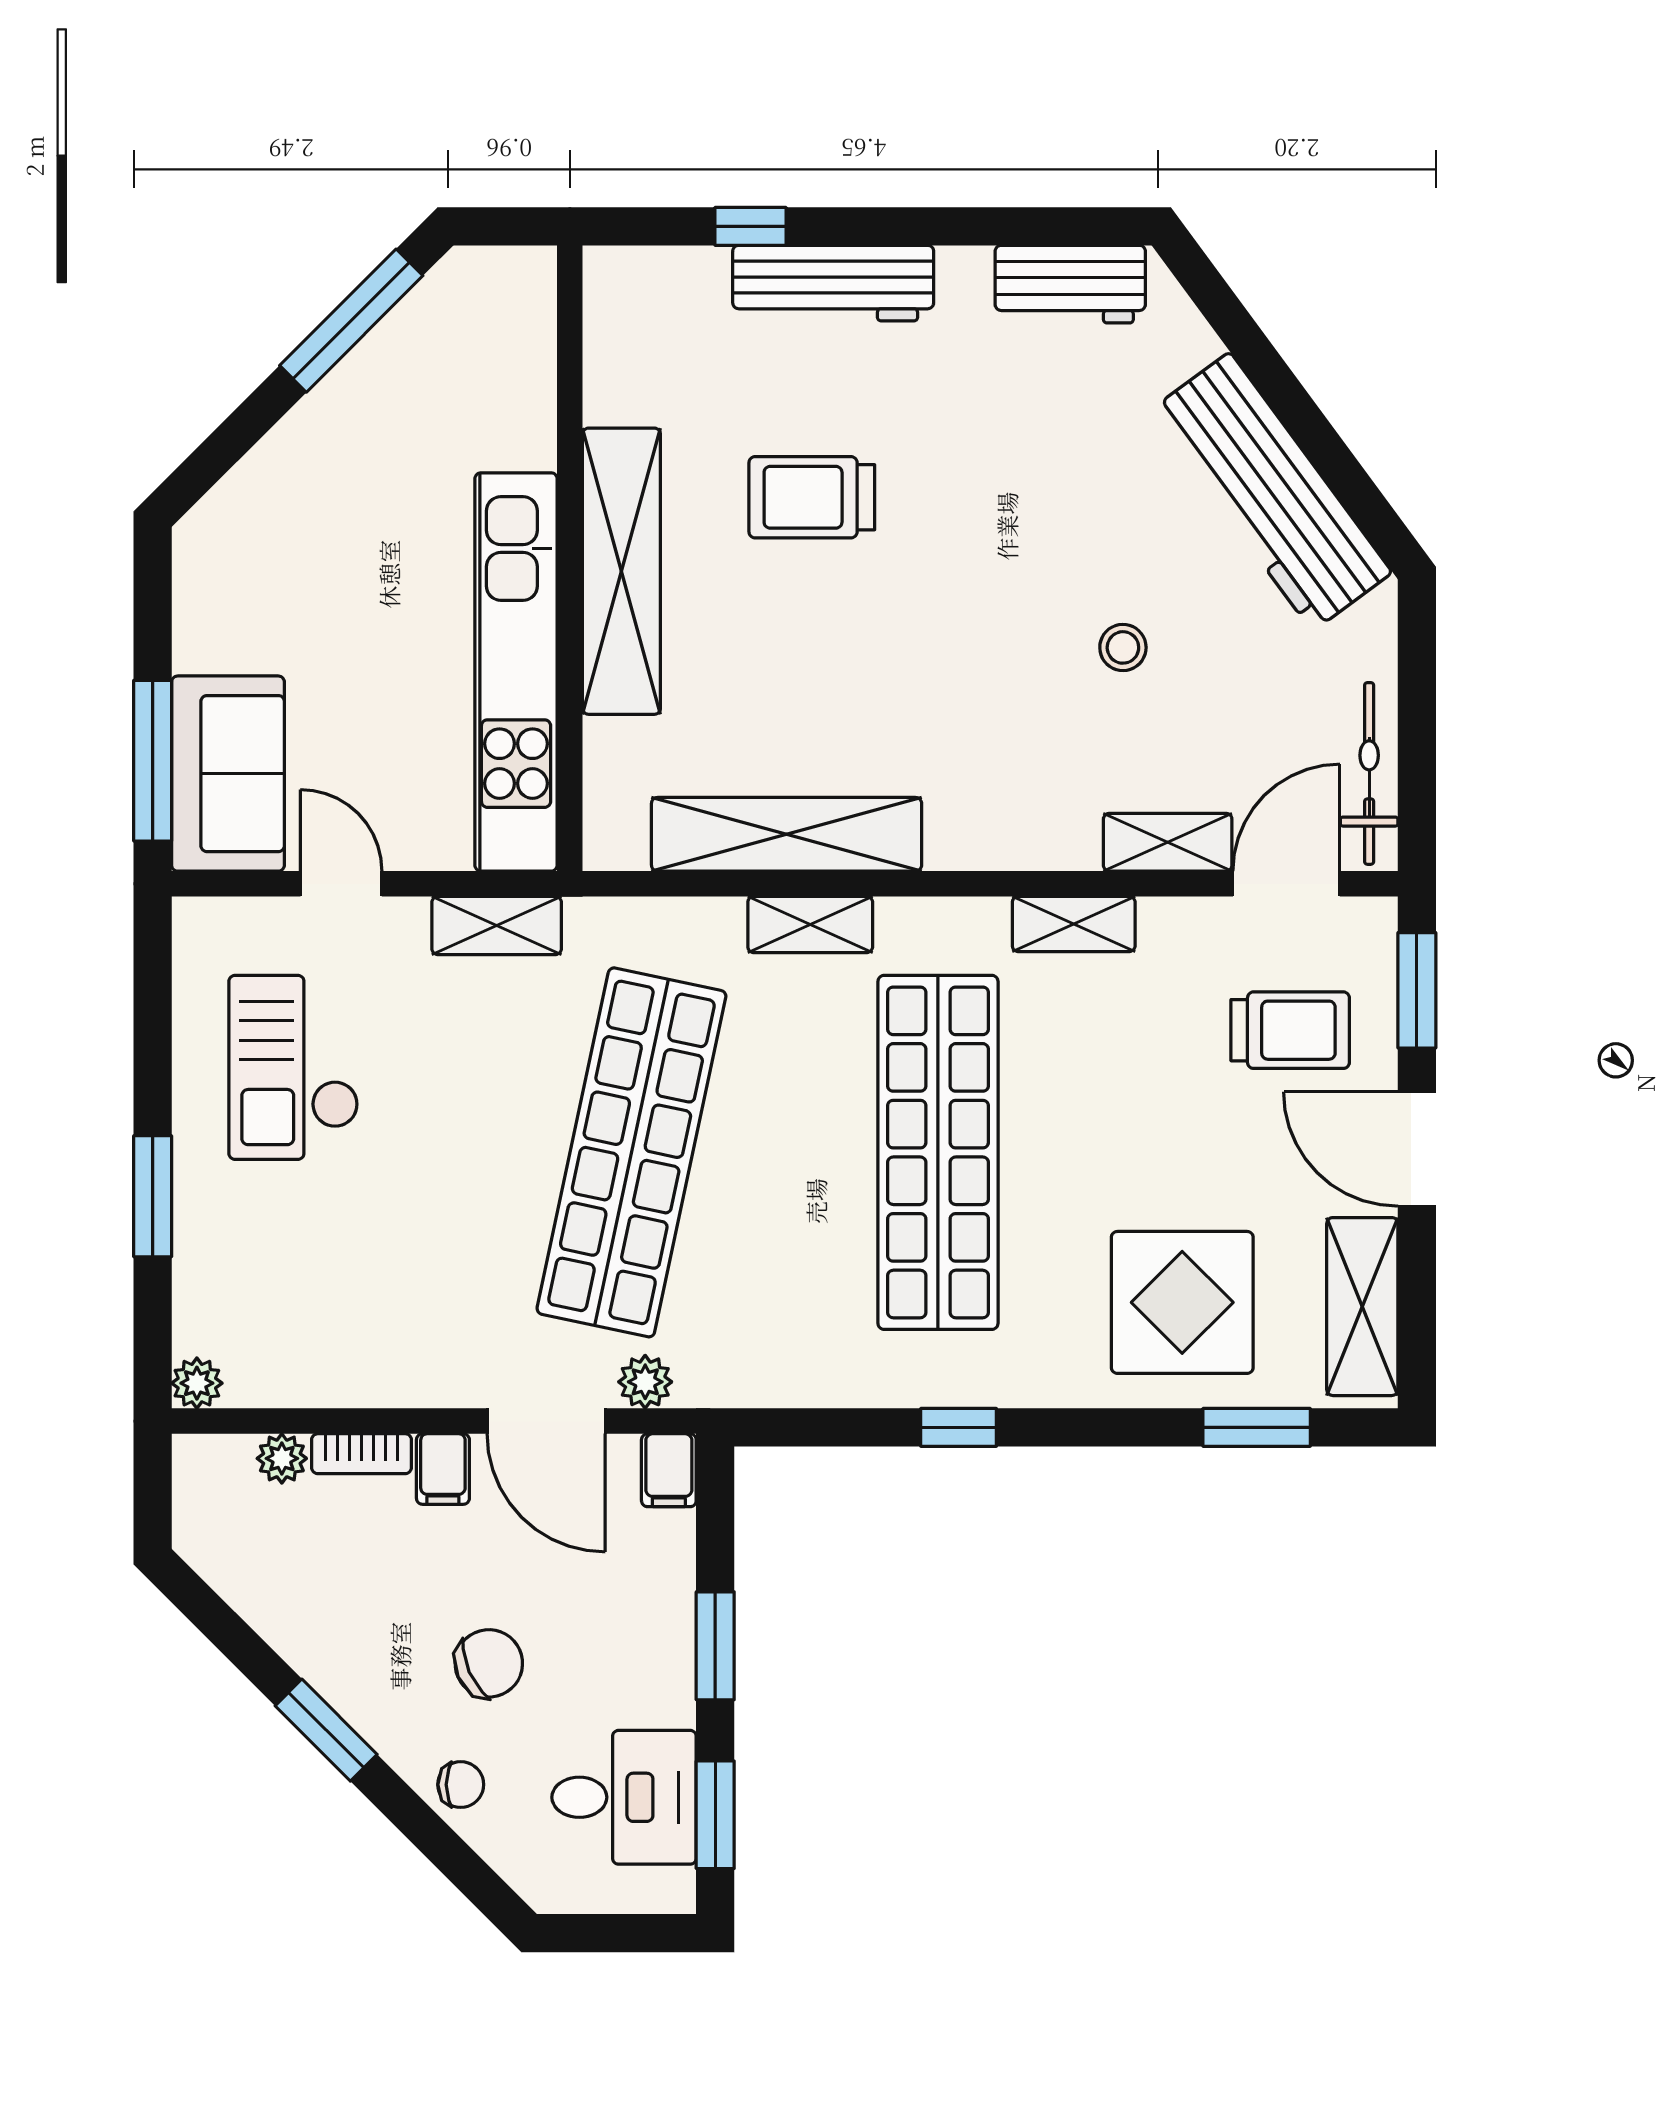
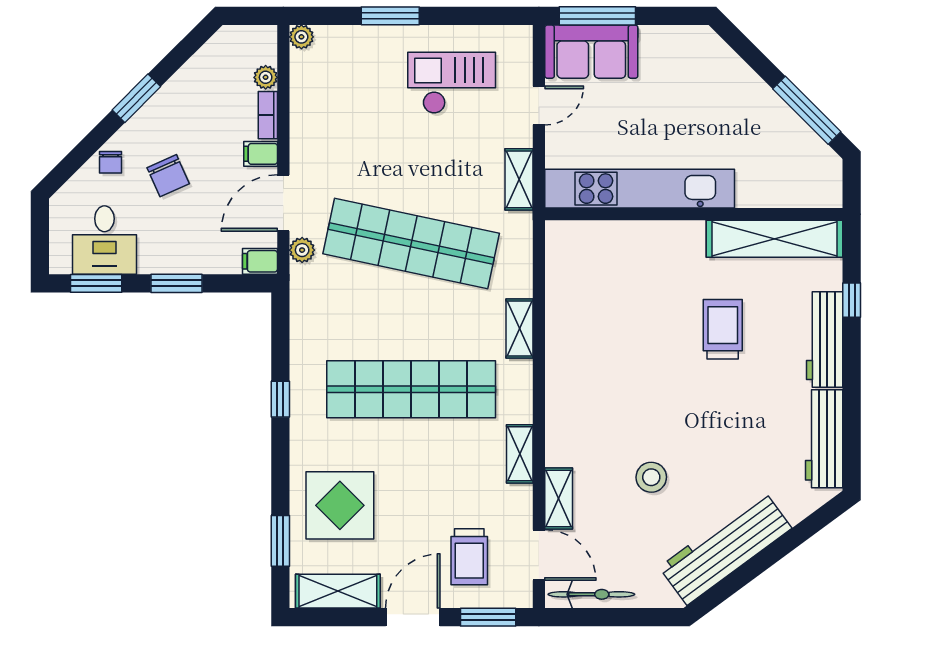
workbench: (1070, 284) -> (824, 439), width x1.38
shelving: (621, 571) -> (774, 239), moved
stool: (1123, 647) -> (651, 477), width x1.37, depth x1.37
shelving: (787, 834) -> (562, 317), removed

